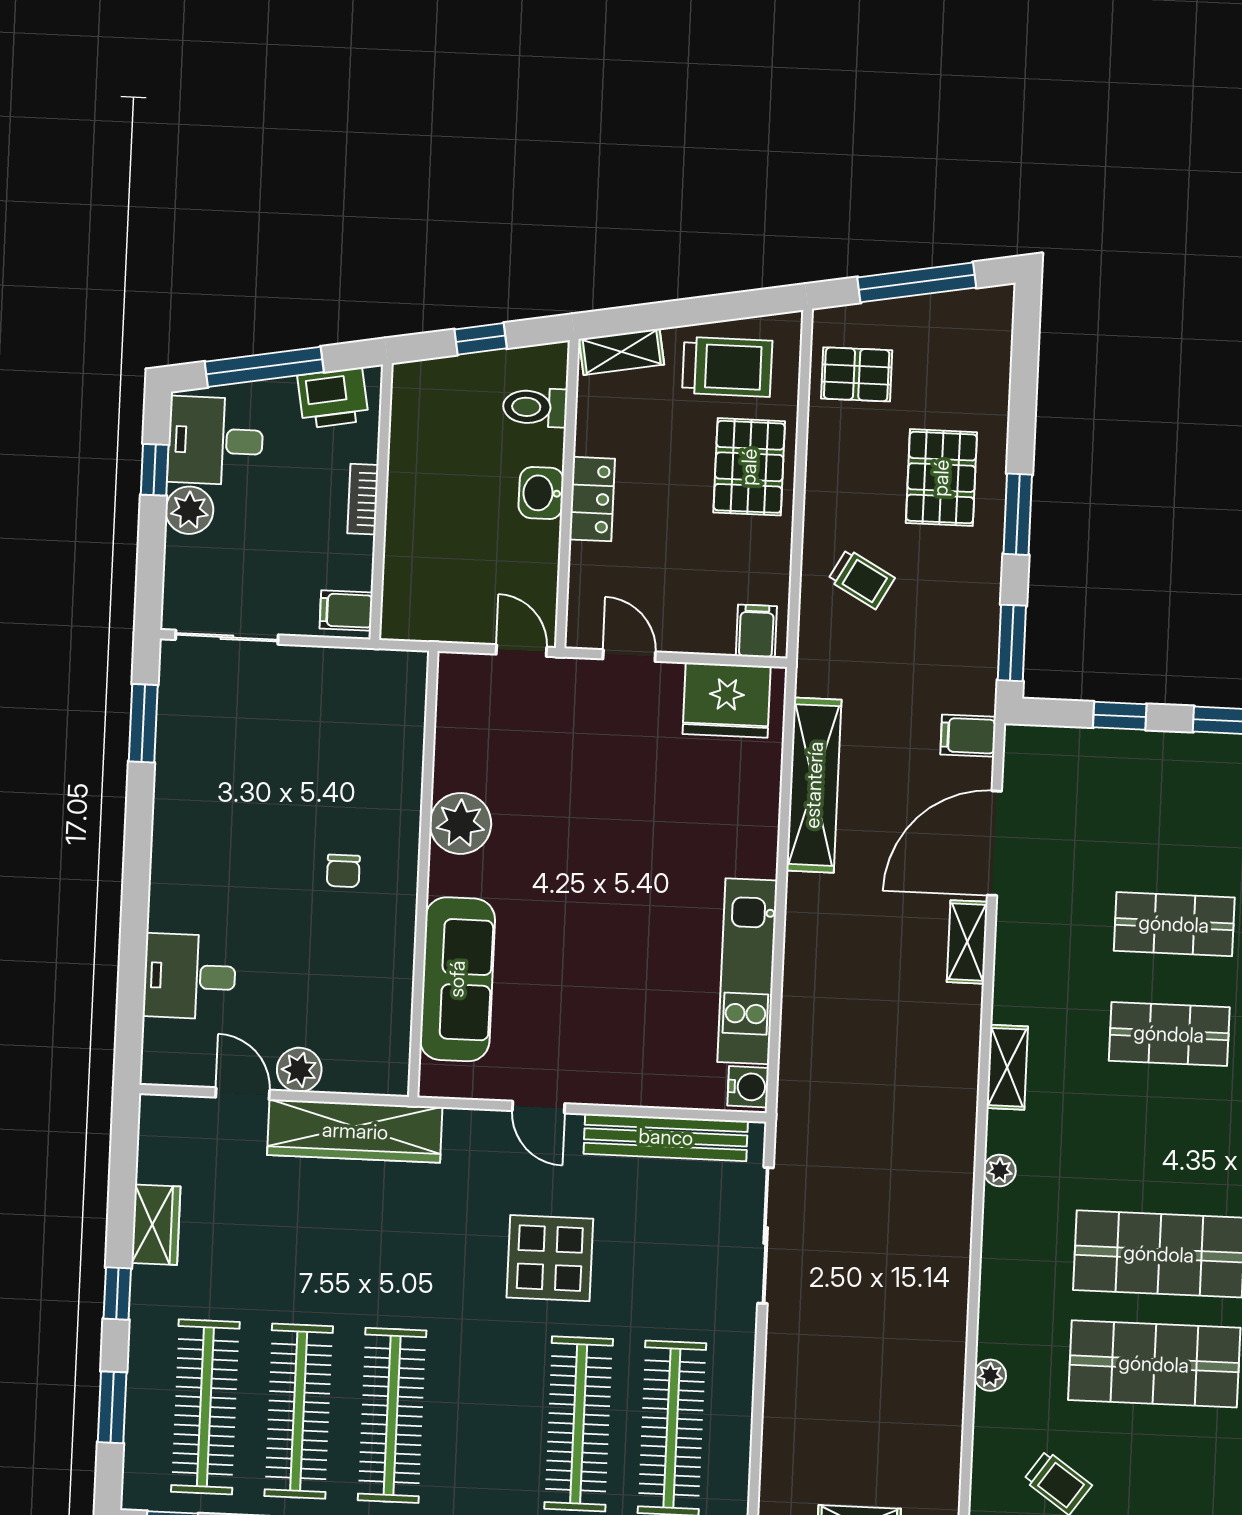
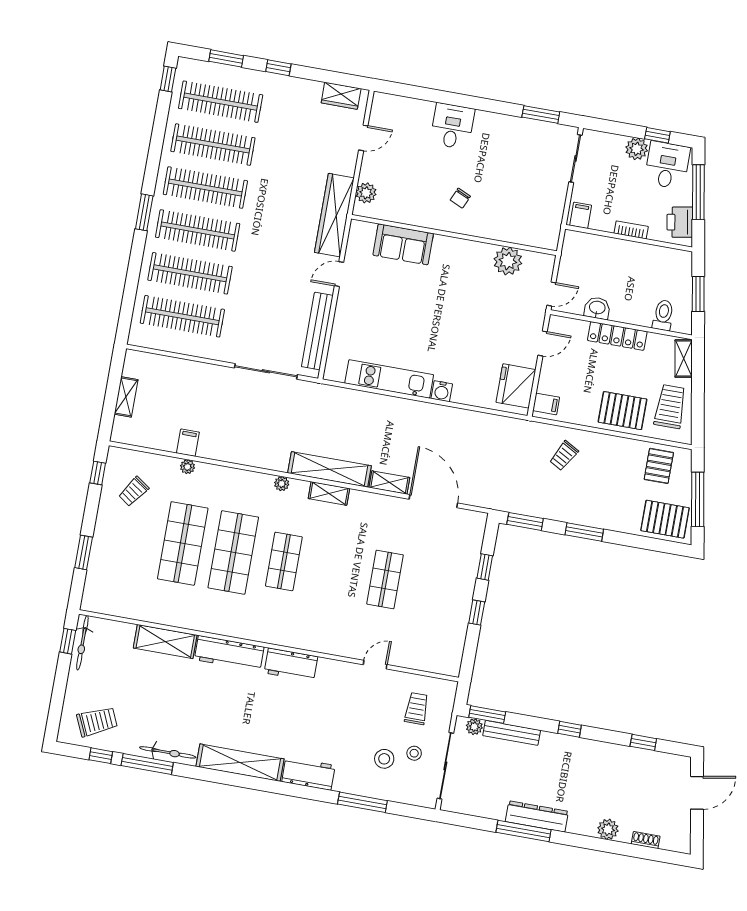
window: (481, 339) -> (698, 294), width x1.50
trolley: (727, 367) -> (670, 407), turned 180
pallet: (941, 478) -> (665, 519), moved
washbasin: (541, 493) -> (597, 308), moved
locker: (592, 499) -> (617, 336), width x1.53
filing cabinet: (968, 736) -> (188, 443), moved
shelving: (814, 785) -> (329, 469), moved
plant: (460, 823) -> (508, 261), moved
chair: (343, 871) -> (460, 198), turned -66
desk: (190, 976) -> (452, 126), moved
sofa: (457, 979) -> (403, 244), width x0.73
shop shelf: (1169, 1034) -> (284, 561), moved
plant: (299, 1070) -> (366, 193), moved
water cooler: (748, 1087) -> (442, 391), moved
wardrobe: (355, 1131) -> (334, 215), moved
wardrobe: (156, 1225) -> (341, 96), moved
display table: (550, 1258) -> (268, 270), removed
clothes rail: (485, 1420) -> (198, 230), added

